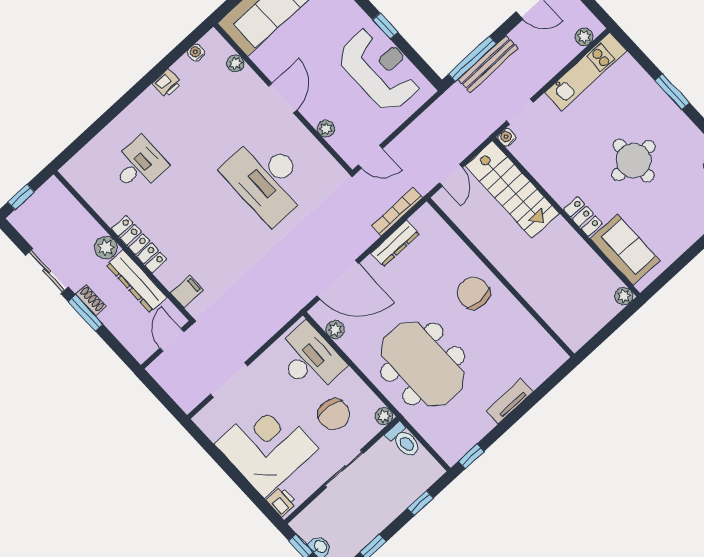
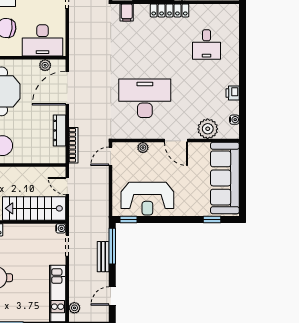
window: (385, 26) -> (129, 220), moved
plant: (235, 63) -> (208, 129), width x1.88, depth x1.88
bench: (488, 64) -> (103, 257), width x0.73

